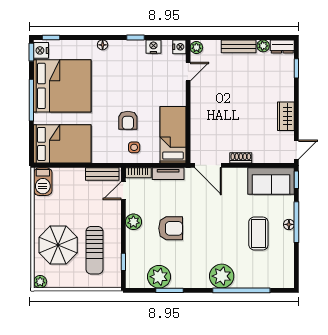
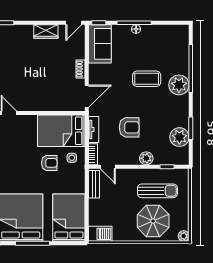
bed: (173, 135) -> (61, 131), width x1.50
door: (296, 150) -> (74, 23), swing flipped
plant: (133, 222) -> (146, 158), moved
armchair: (171, 228) -> (129, 127), moved, turned 90
coffee table: (258, 233) -> (147, 79), moved

